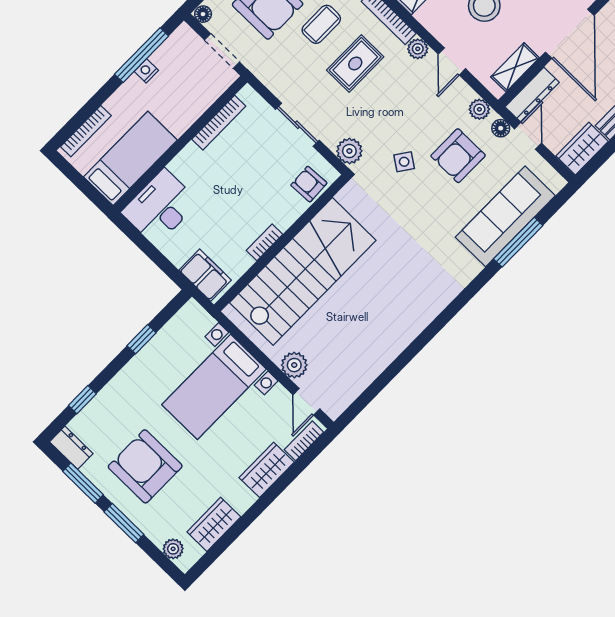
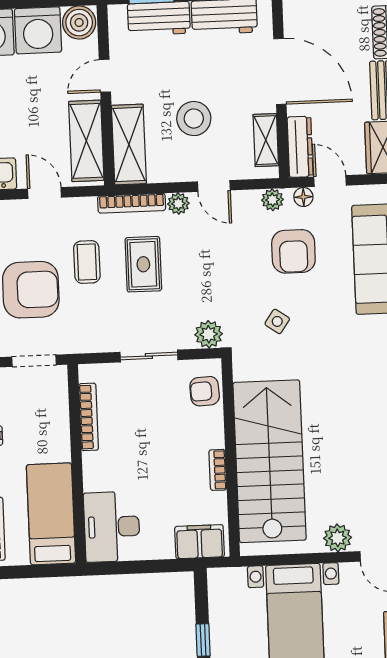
side table: (404, 162) -> (277, 321), moved

